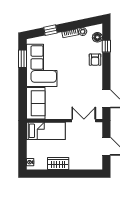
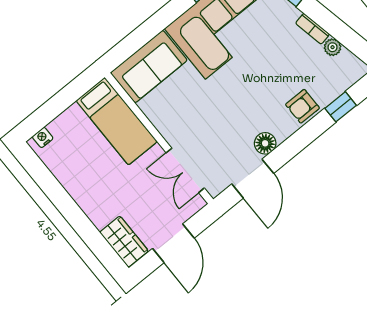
floor lamp: (97, 37) -> (265, 143), moved
double door: (84, 121) -> (185, 170), swing flipped
wardrobe: (58, 163) -> (124, 242), moved

